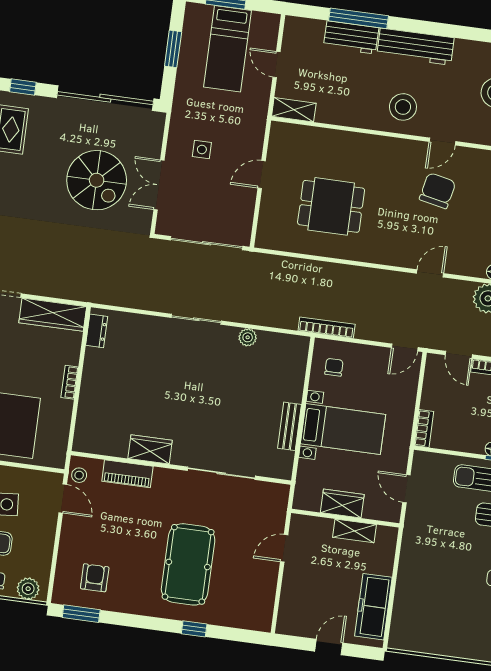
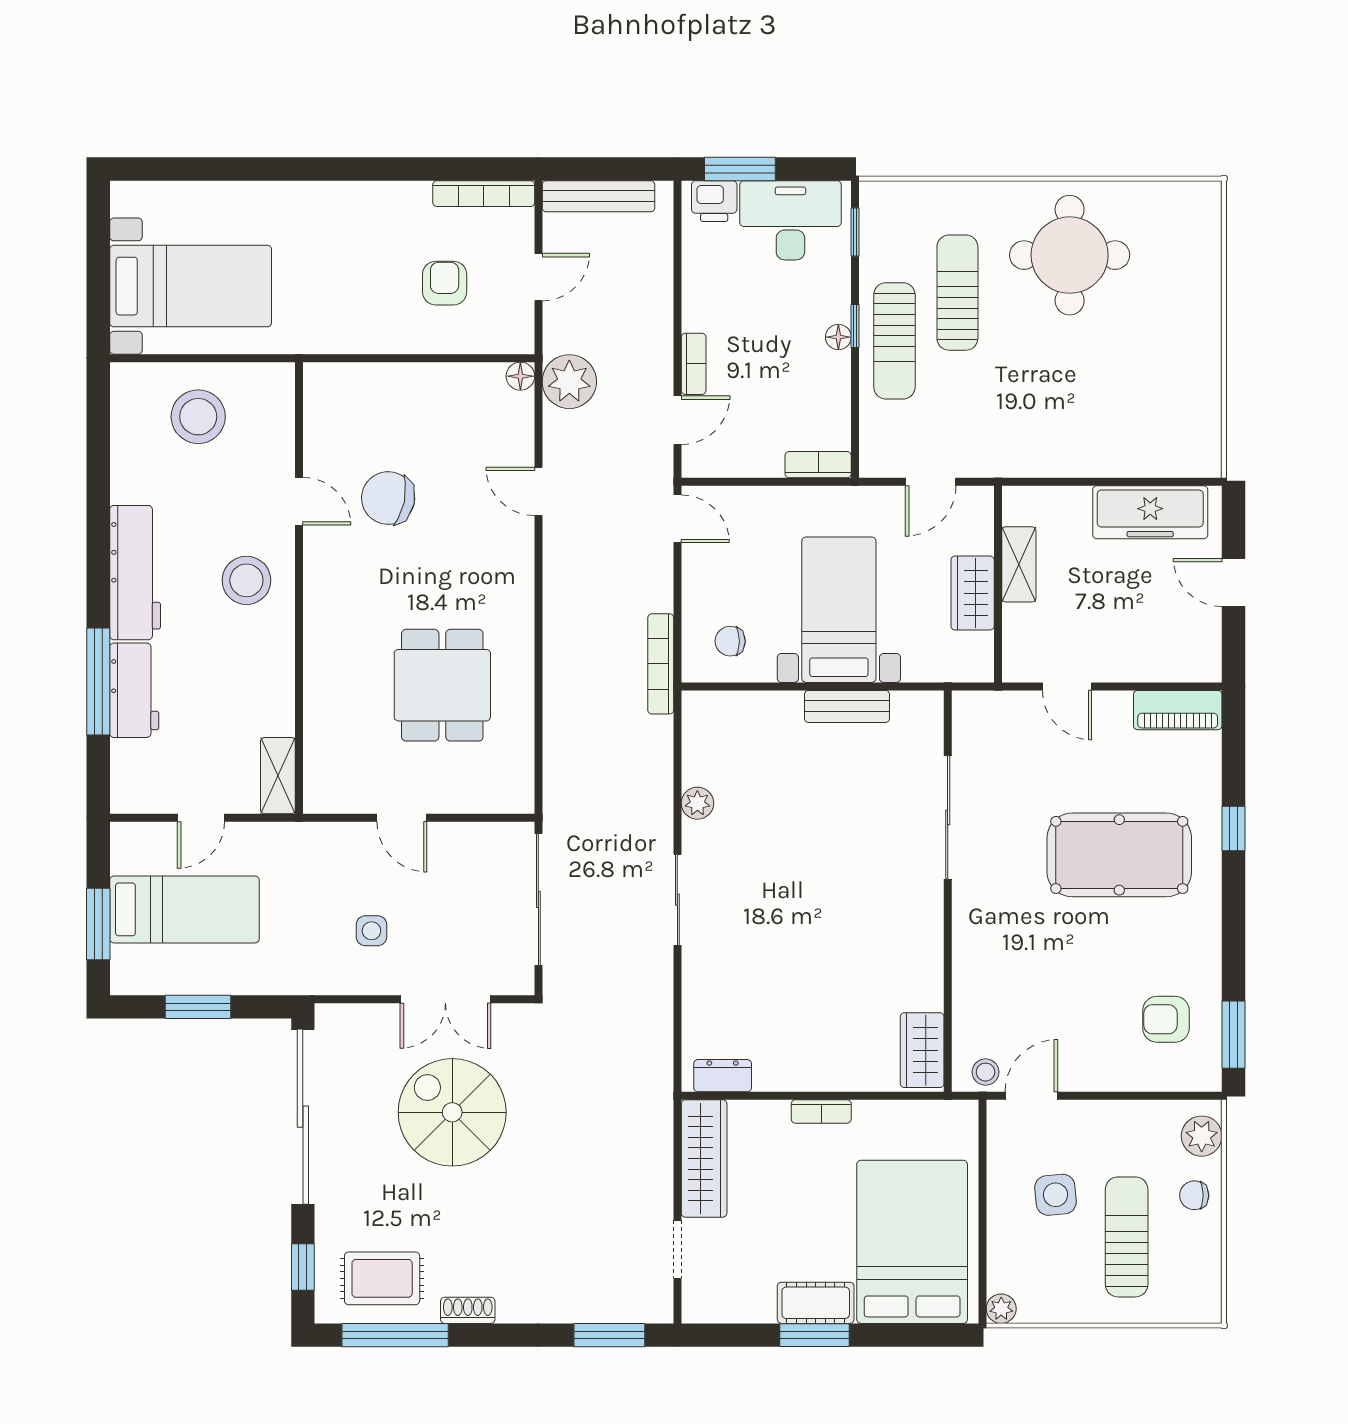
spiral stairs: (97, 180) -> (452, 1112), turned -90
wardrobe: (150, 449) -> (922, 1050), moved
piano: (127, 474) -> (1178, 710), moved, turned 90

